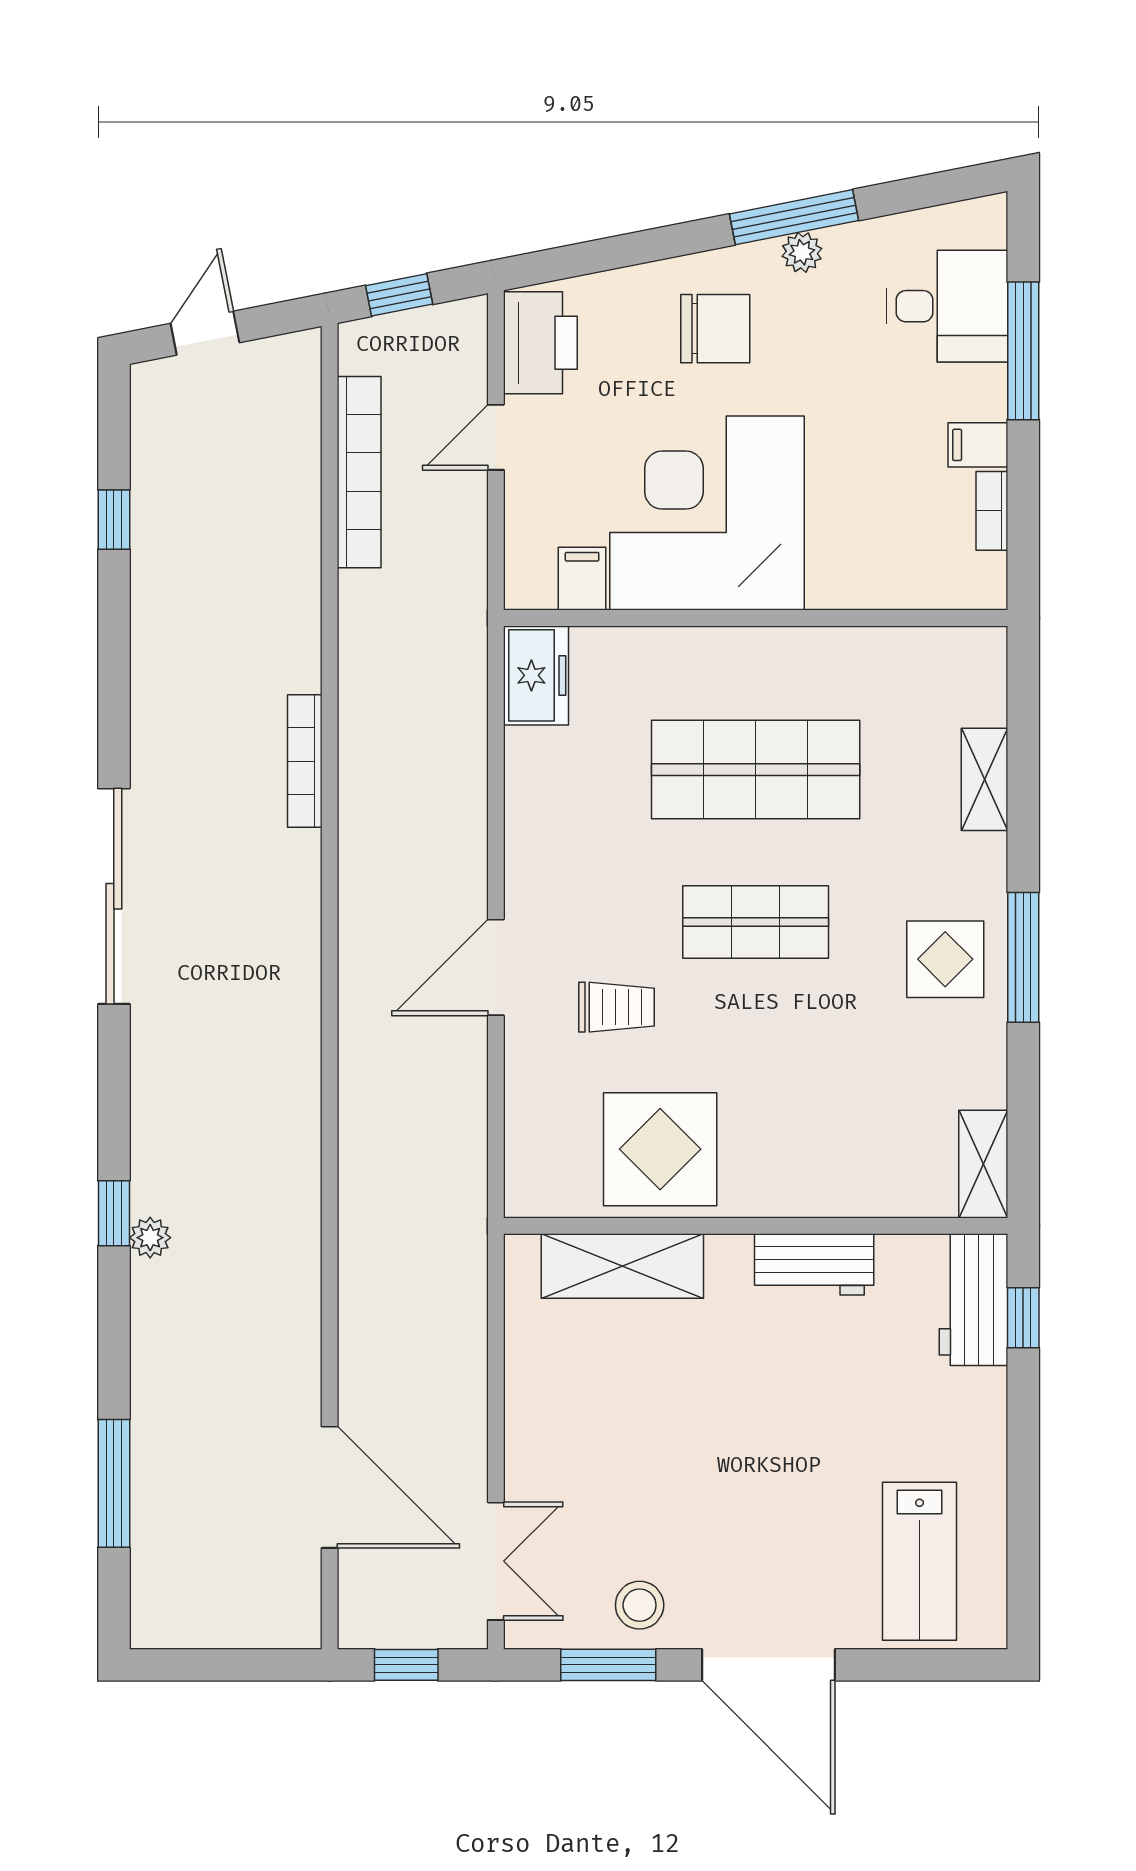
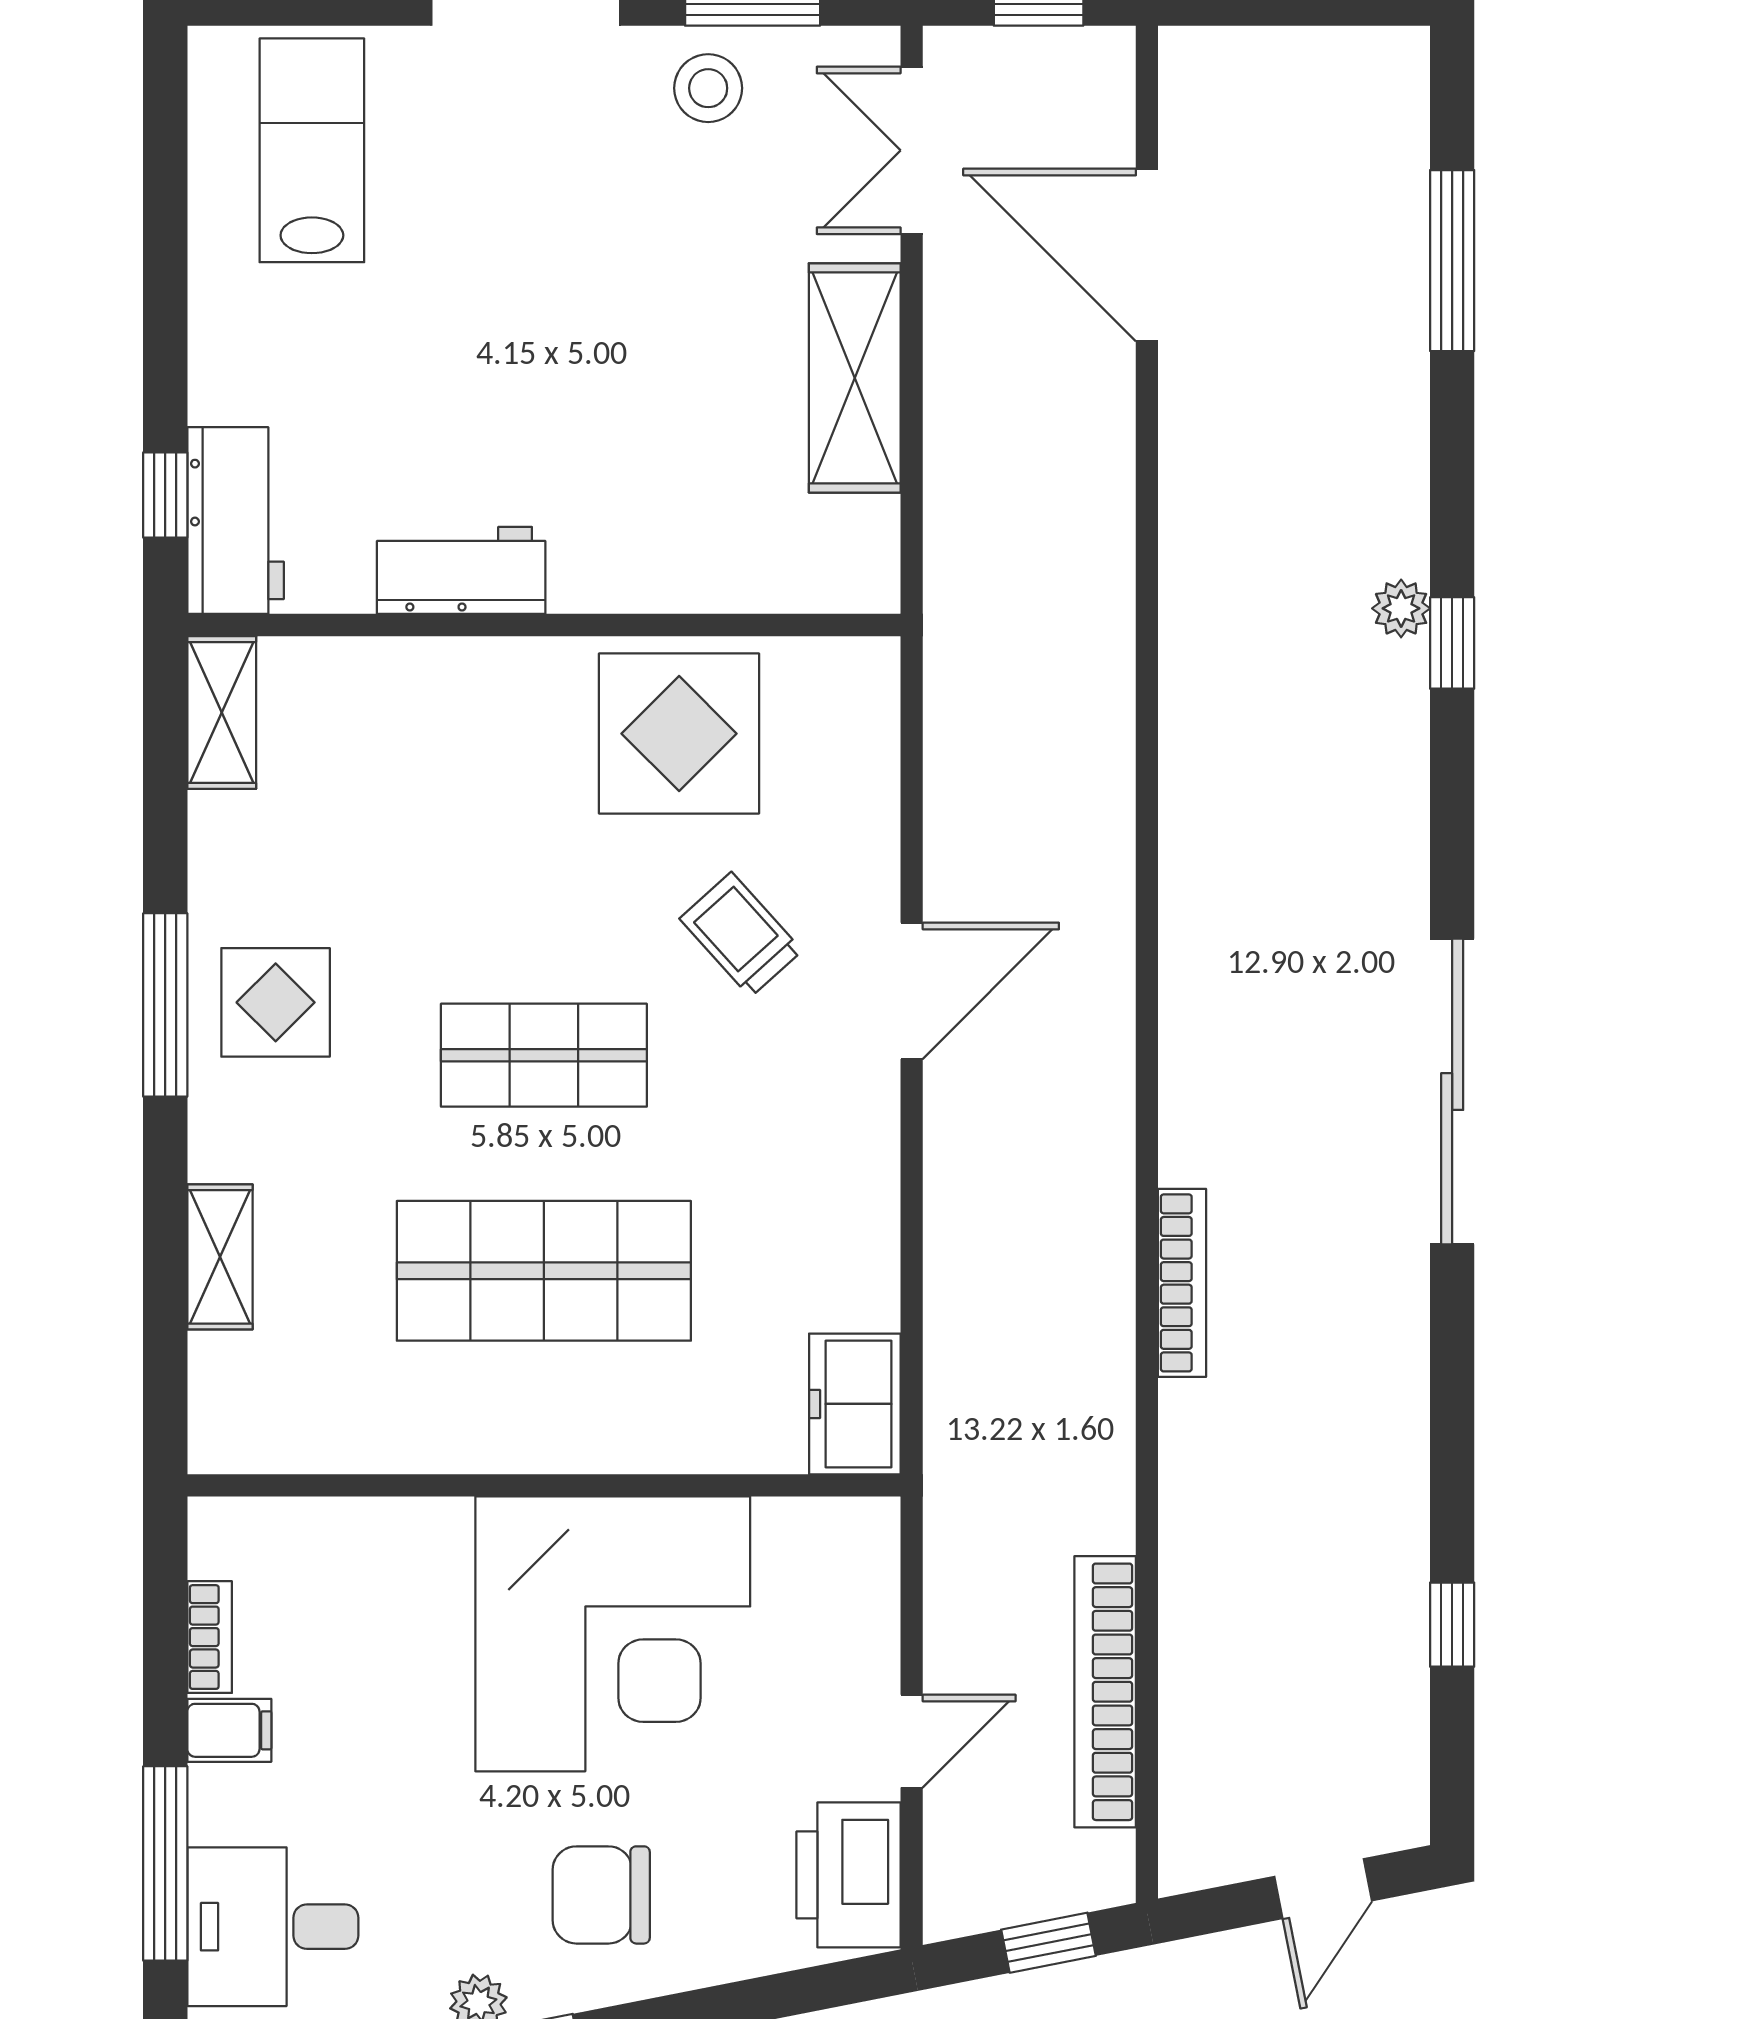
filing cabinet: (582, 579) -> (790, 1541), removed
trolley: (616, 1007) -> (741, 935), turned 48
shelving: (622, 1266) -> (855, 378), moved, turned 90

